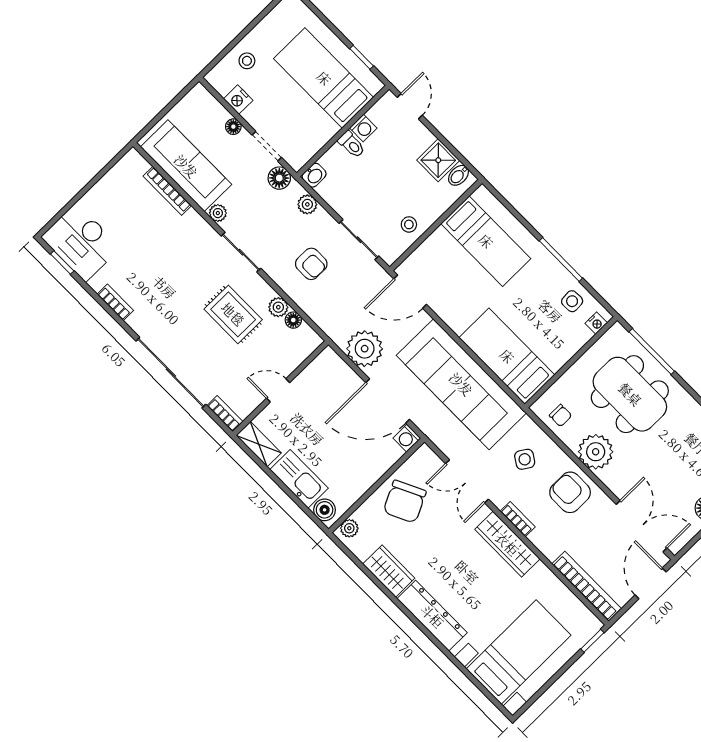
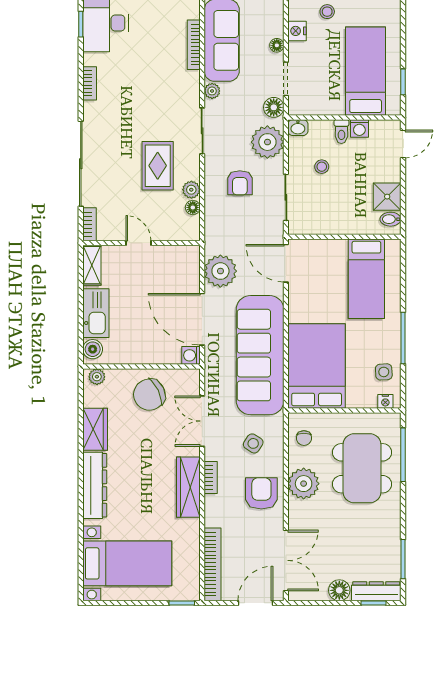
plant: (307, 204) -> (267, 142), width x1.88, depth x1.88
stool: (409, 224) -> (322, 167), moved
bed: (507, 356) -> (317, 366), width x1.50

